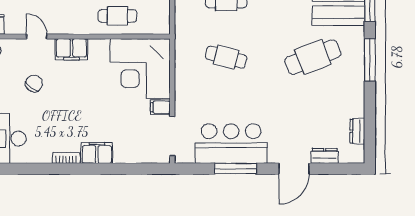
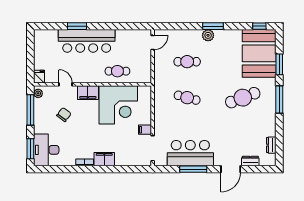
corner desk: (140, 68) -> (118, 105), moved, turned -90

